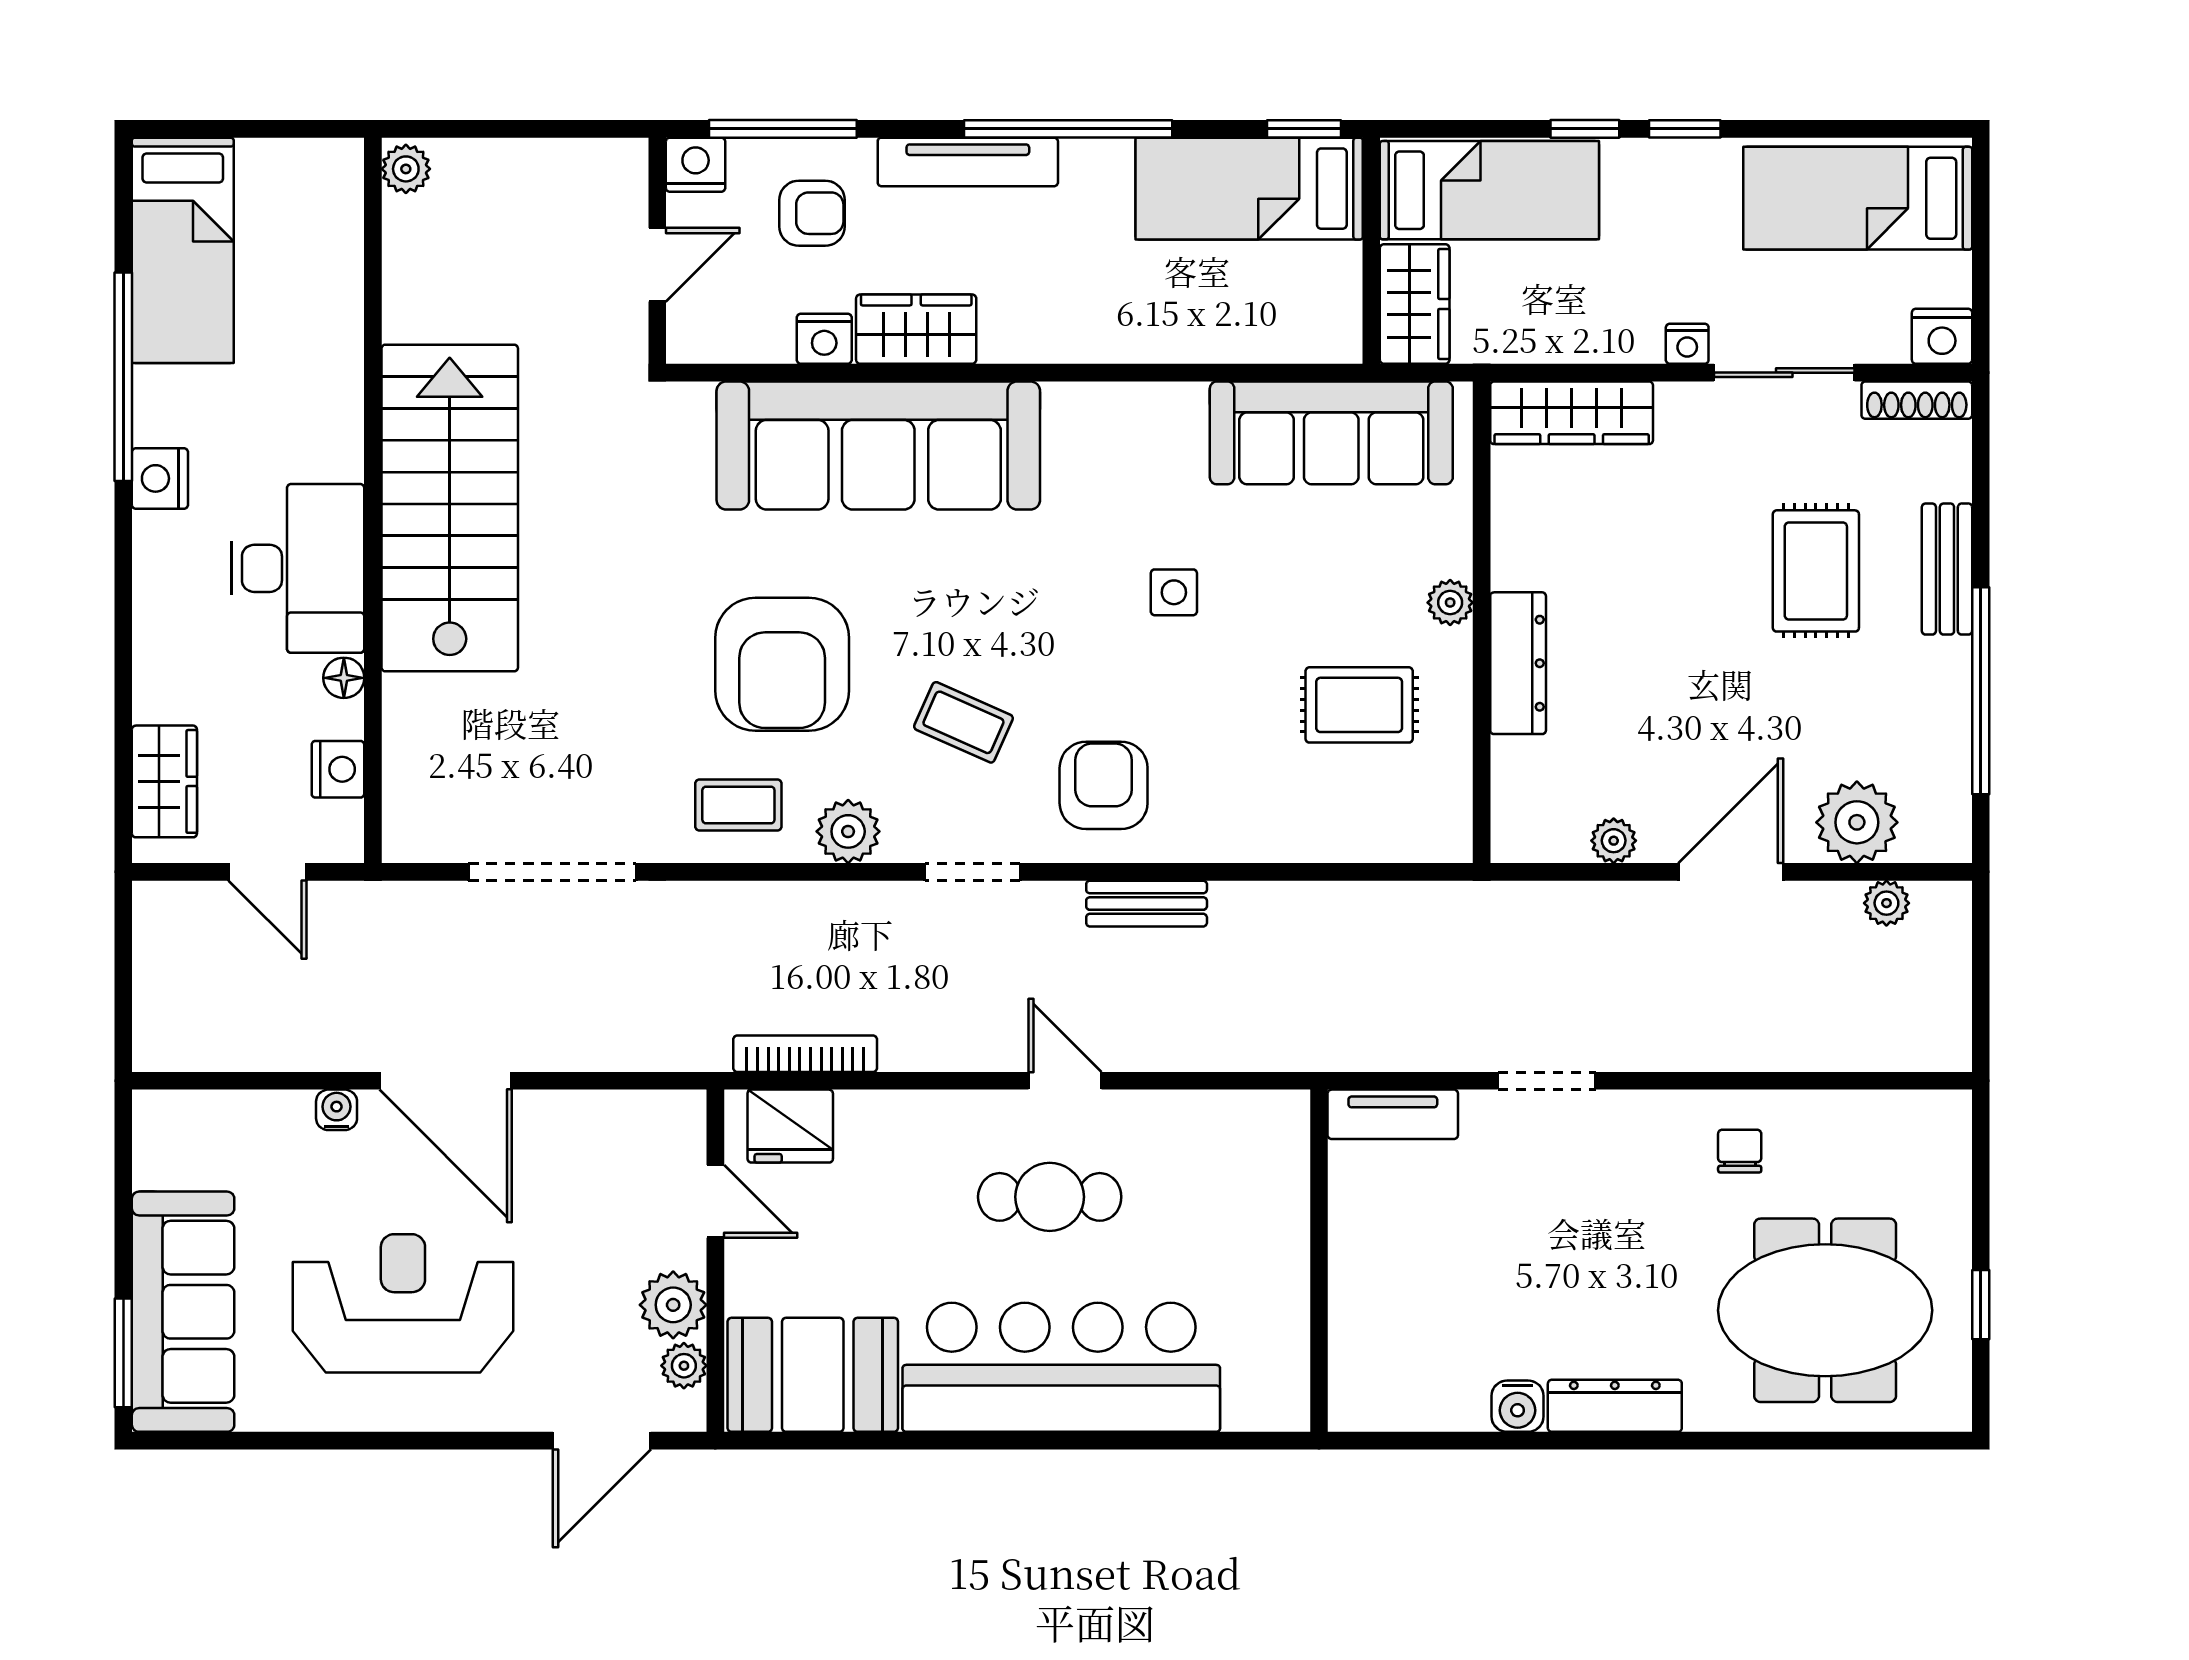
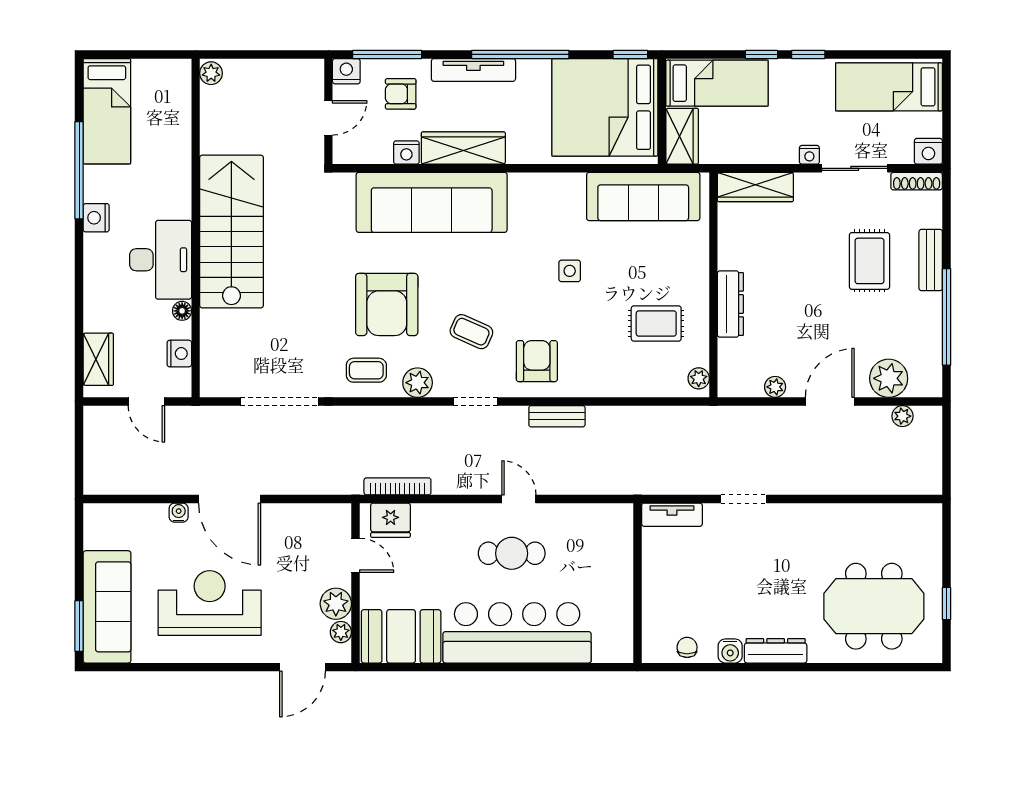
bed: (1249, 189) -> (605, 107), width x2.04
armchair: (812, 213) -> (401, 94), turned 180
wardrobe: (916, 329) -> (463, 148), width x1.50
plant: (1450, 603) -> (699, 378), moved
chair: (1740, 1151) -> (687, 647), moved

